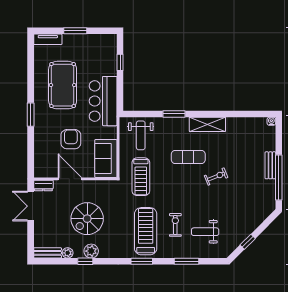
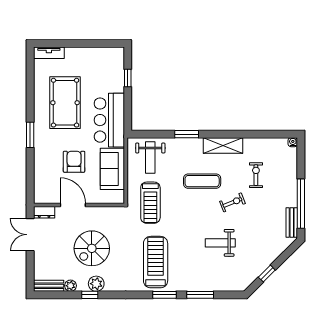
window: (75, 31) -> (79, 43), removed
sofa: (106, 158) -> (112, 169), moved
bench: (270, 165) -> (292, 223), moved
exercise bike: (175, 225) -> (256, 175), moved
weight bench: (205, 232) -> (220, 243), moved
window: (142, 261) -> (164, 295), moved

